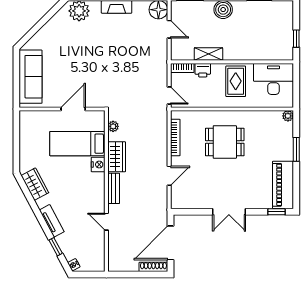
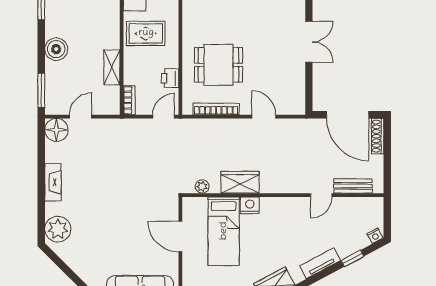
printer: (203, 70) -> (170, 78), moved, turned 180
dining table: (225, 142) -> (218, 65), moved, turned 90
bench: (114, 188) -> (353, 186), moved

